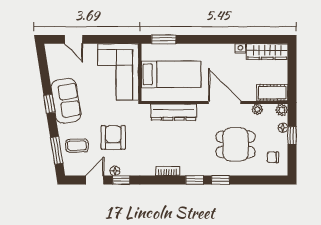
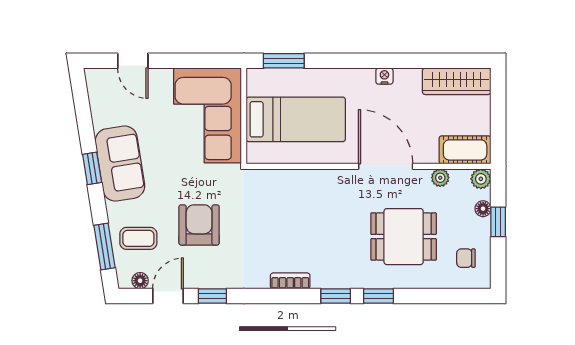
nightstand: (240, 49) -> (384, 76), moved
dresser: (174, 112) -> (300, 182), removed
floor lamp: (115, 171) -> (140, 281), moved

